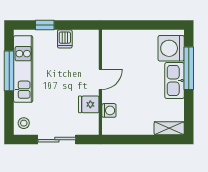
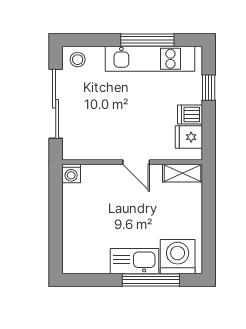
fridge: (89, 104) -> (189, 137), moved, turned -90
washing machine: (109, 110) -> (71, 173), moved
shelving: (169, 128) -> (182, 173), moved, turned 90
sliding door: (57, 140) -> (56, 104), width x1.37

